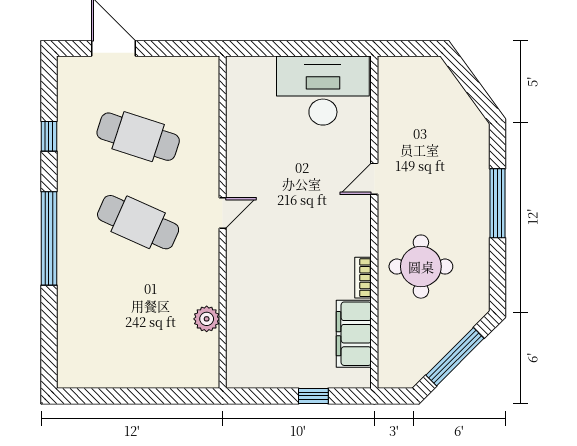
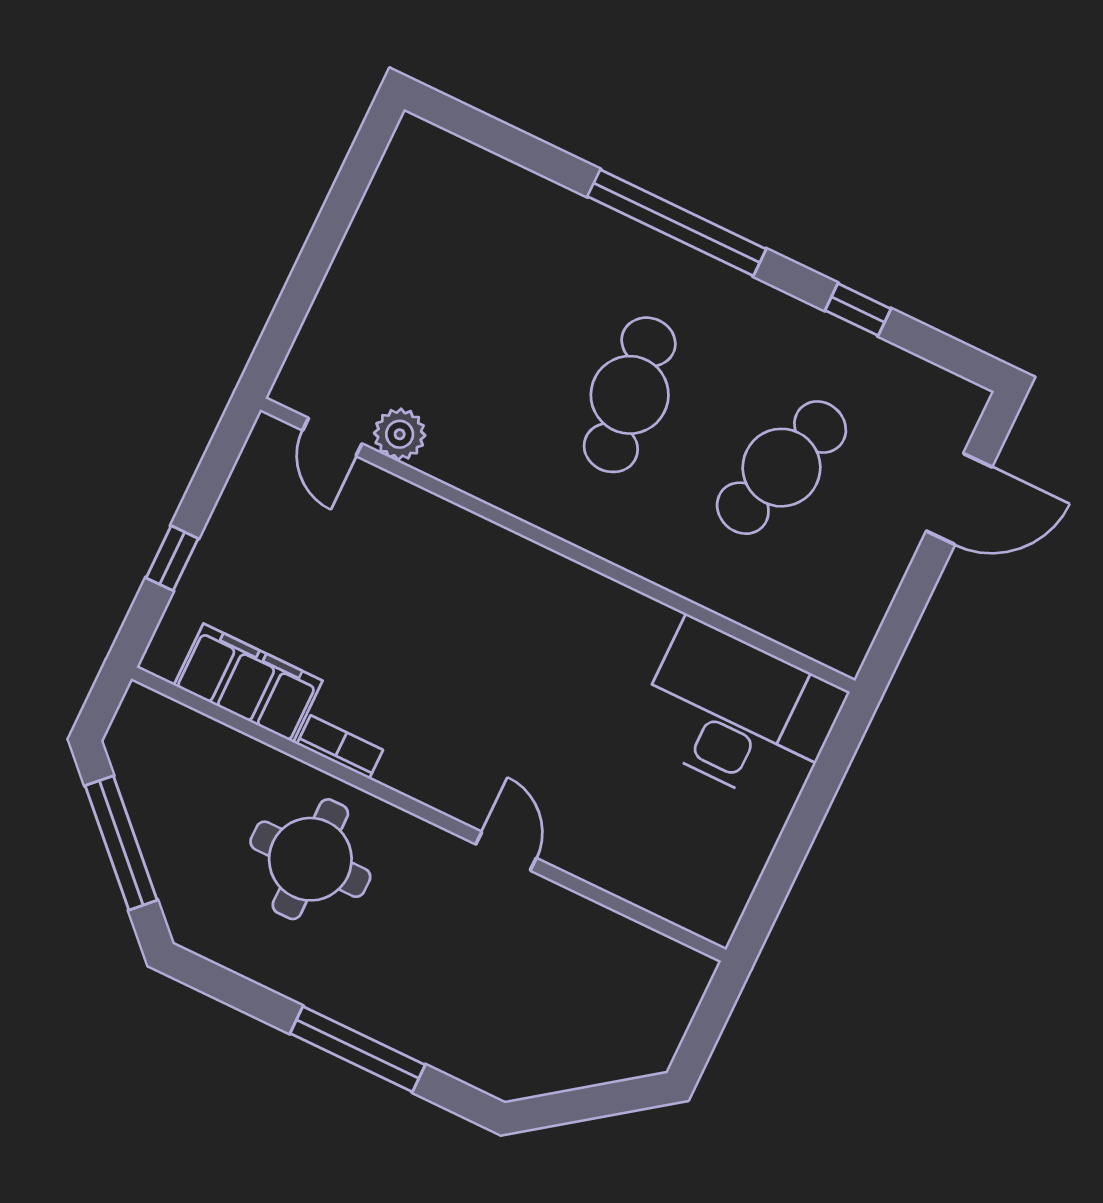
desk: (323, 91) -> (739, 714), moved, turned -90
door: (223, 213) -> (332, 437), moved
cafe table: (138, 222) -> (630, 395), turned -30

